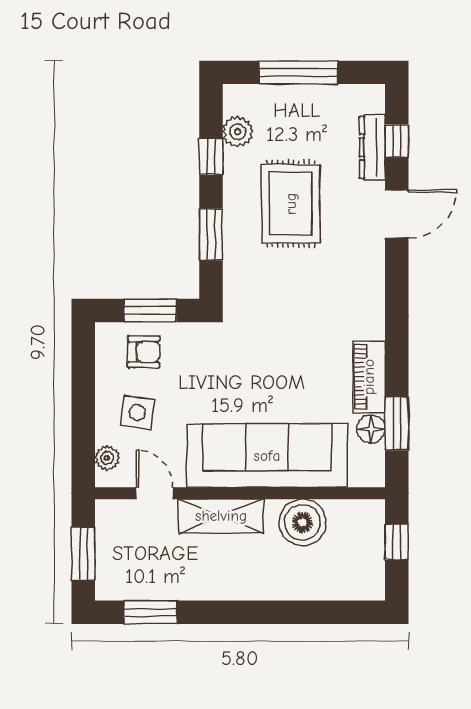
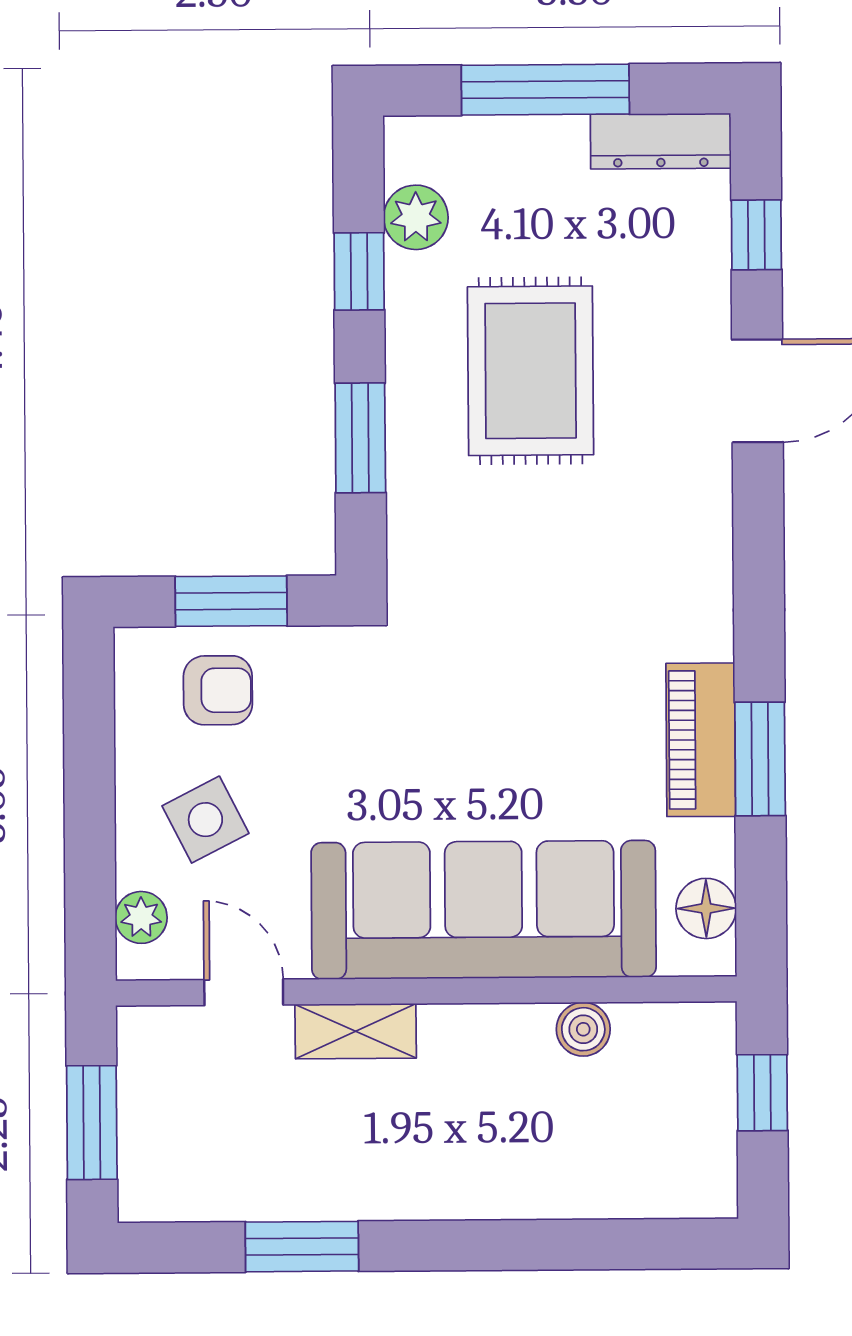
dresser: (372, 147) -> (661, 141), moved, turned -90
side table: (137, 412) -> (205, 820), turned -34
window: (397, 424) -> (760, 759), moved
floor lamp: (371, 429) -> (706, 908), moved
shelving: (221, 516) -> (356, 1031), width x0.67, depth x0.75
boiler: (302, 522) -> (583, 1029), width x0.54, depth x0.54
window: (151, 612) -> (302, 1247), moved

